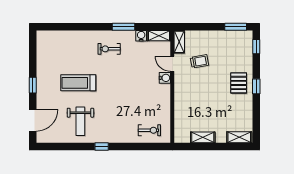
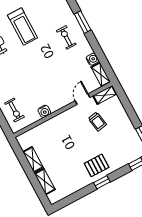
window: (123, 27) -> (83, 22), moved
water cooler: (165, 78) -> (44, 111), moved
treadmill: (78, 83) -> (23, 26), turned 180
shelving: (239, 137) -> (45, 182), moved

